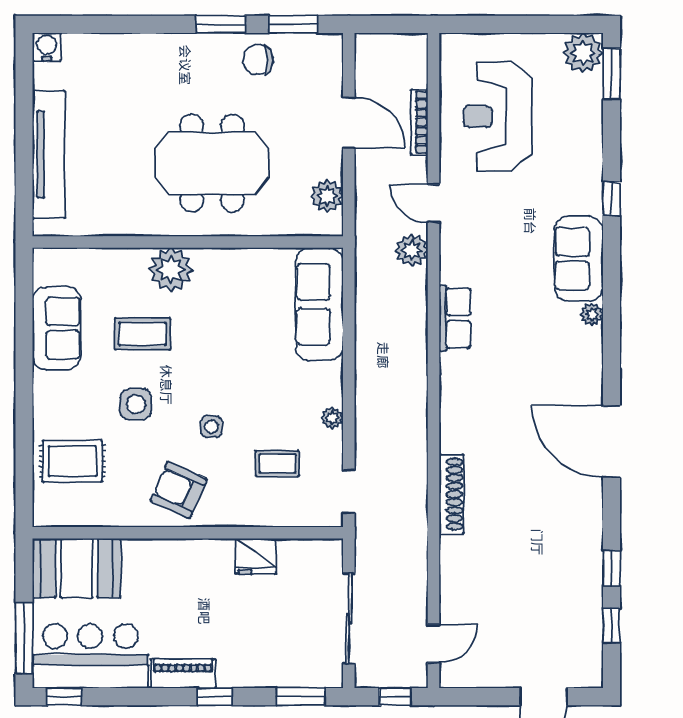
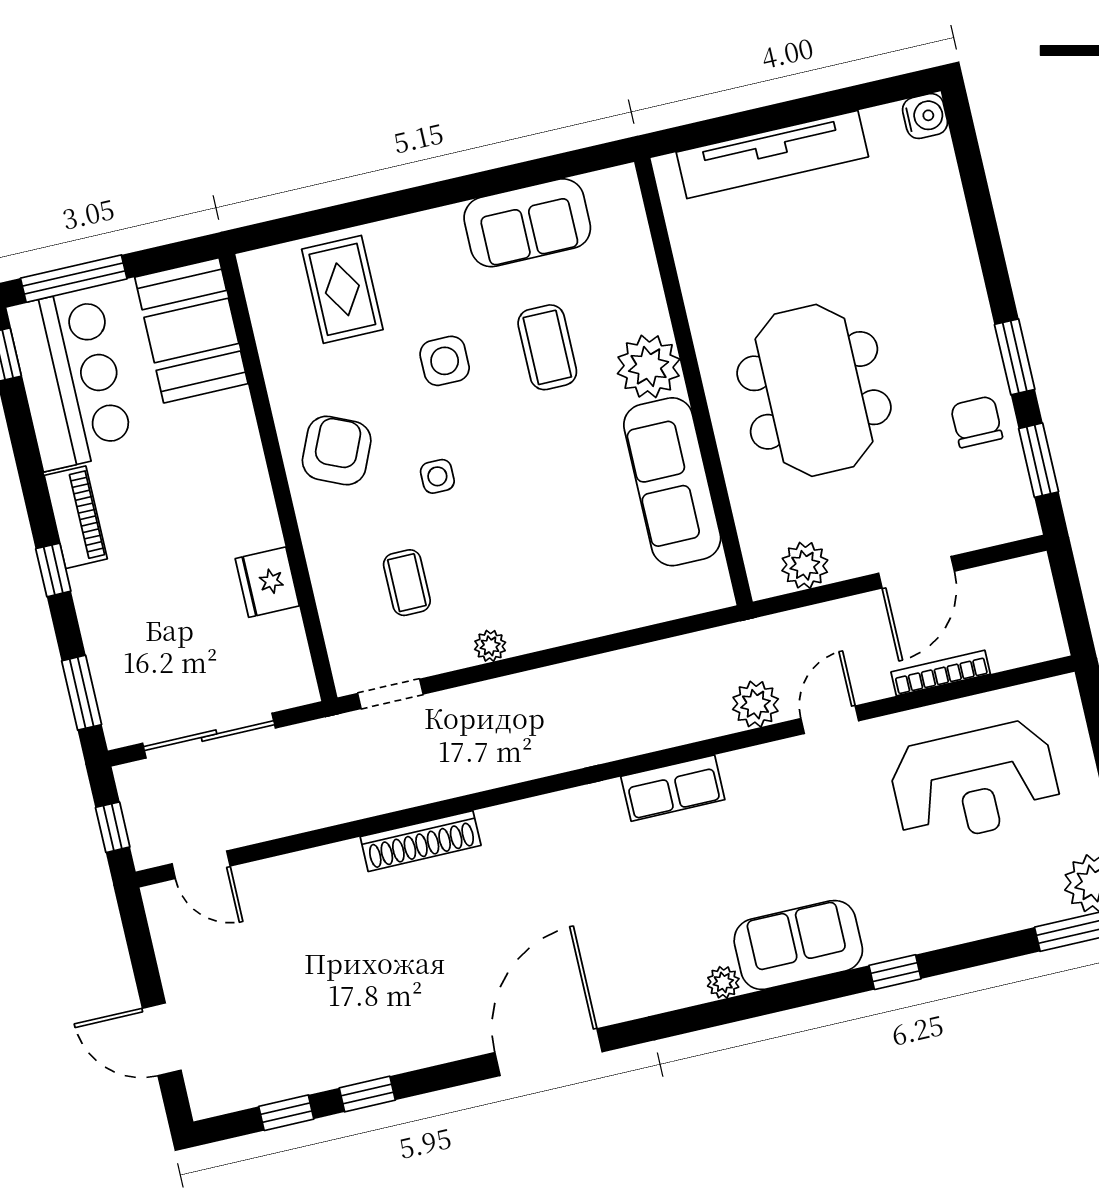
reception desk: (498, 117) -> (975, 783), turned 180
sofa: (319, 304) -> (672, 482), moved, turned -90

